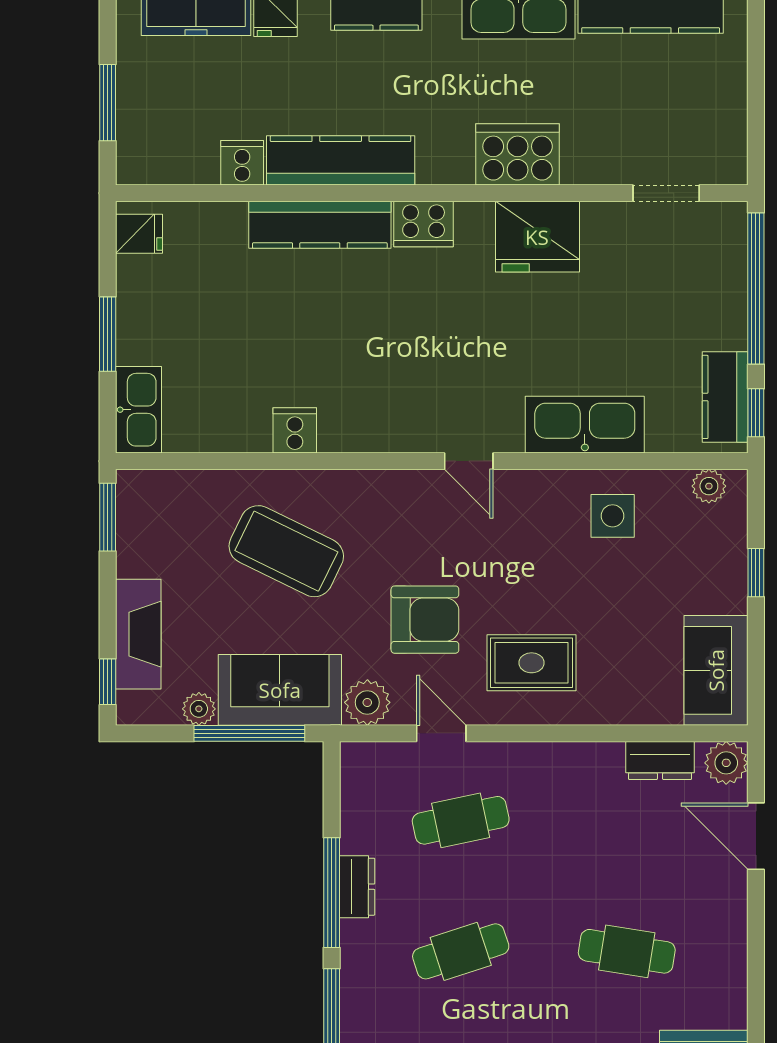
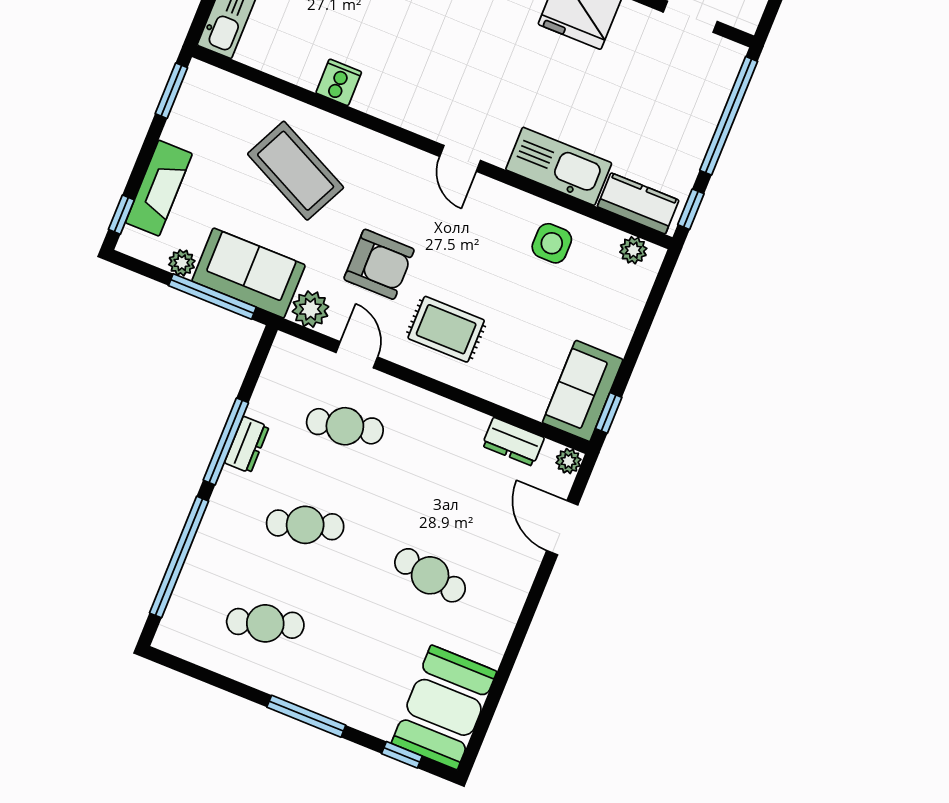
kitchen counter: (725, 397) -> (638, 203), moved, turned 90
window: (756, 573) -> (609, 413), moved
plant: (726, 763) -> (568, 461), width x0.73, depth x0.73

